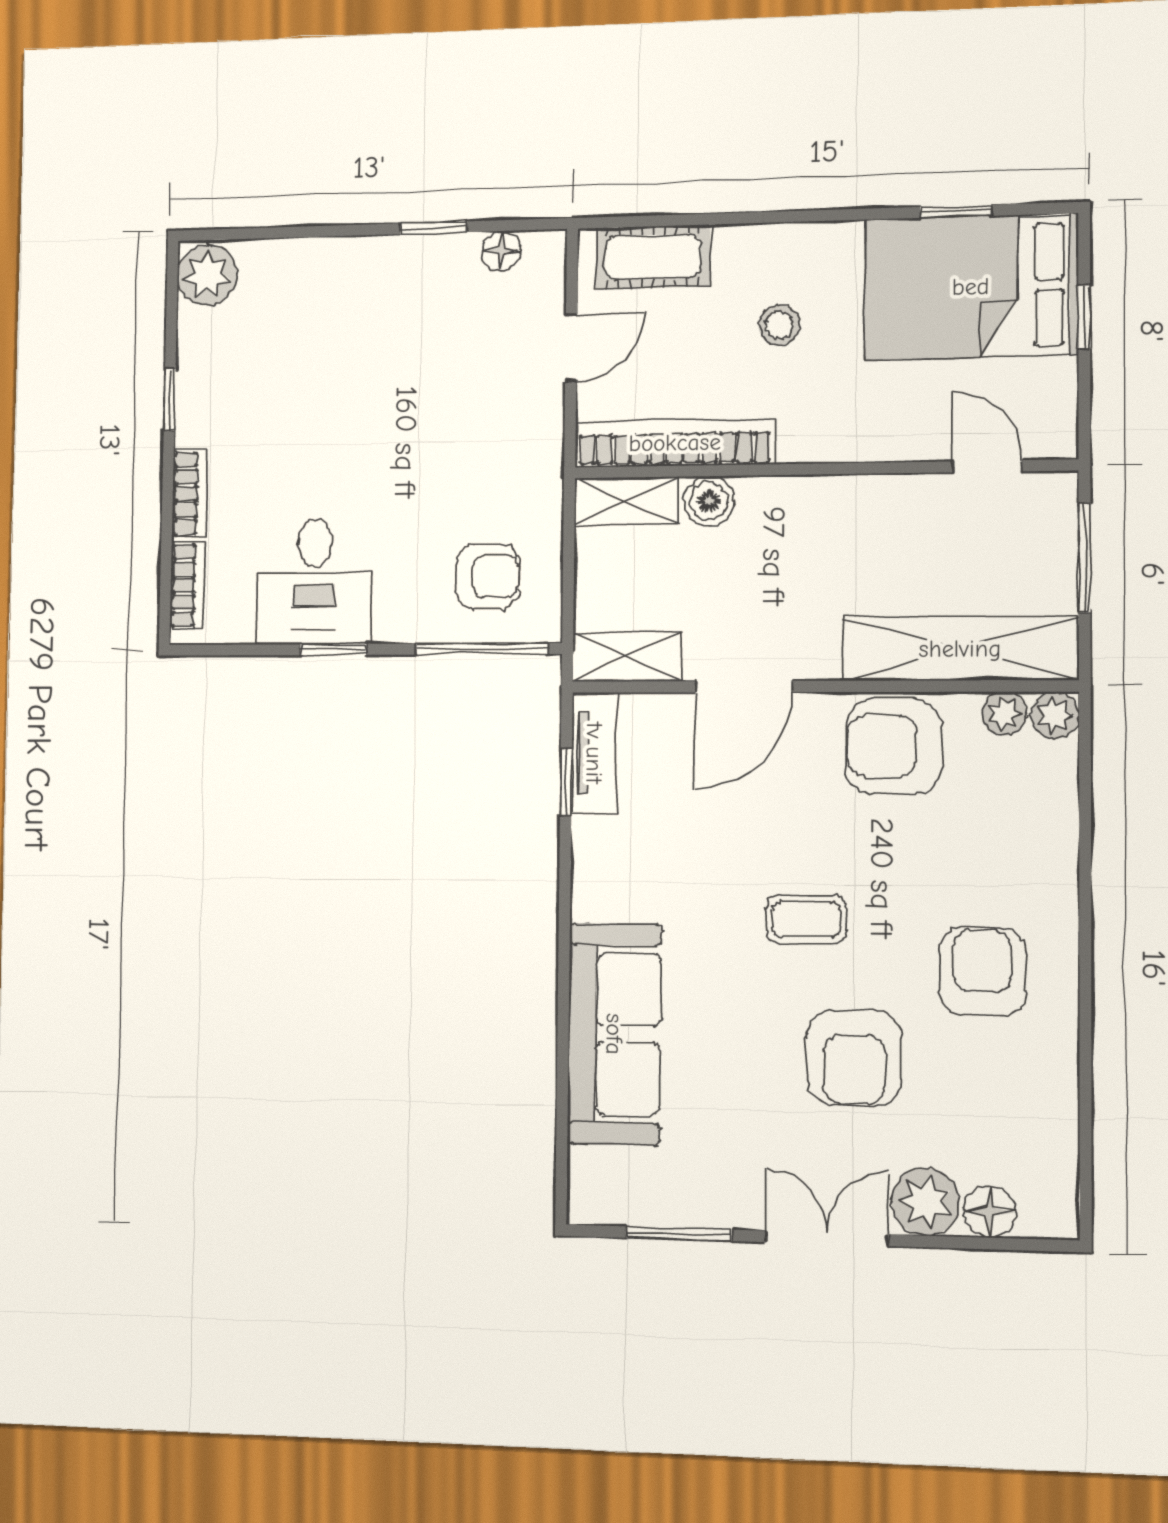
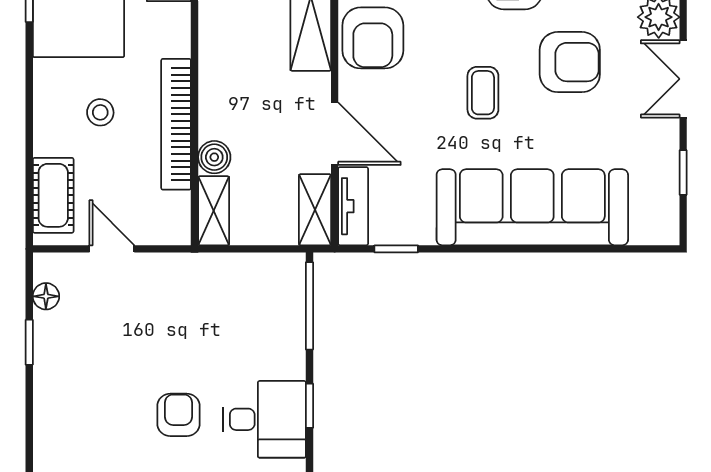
bookcase: (675, 443) -> (176, 124), moved
armchair: (488, 576) -> (178, 415), moved
tv unit: (594, 753) -> (353, 206), moved, turned 90
sofa: (614, 1034) -> (532, 207), width x1.36, depth x1.27
window: (679, 1234) -> (683, 172), width x0.67

